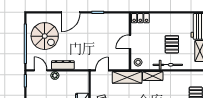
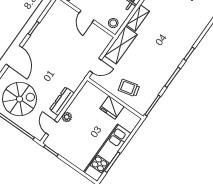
door: (41, 70) -> (52, 128), hinge flipped
door: (102, 70) -> (96, 66), swing flipped

